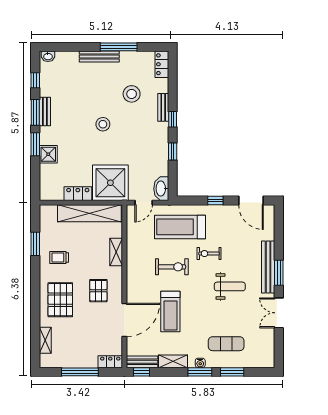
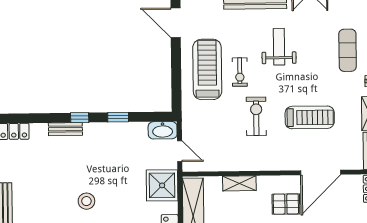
stool: (132, 94) -> (50, 167), removed
shower: (110, 183) -> (162, 185), width x0.73, depth x0.73
window: (215, 201) -> (176, 65), removed
door: (251, 201) -> (176, 23), swing flipped
treadmill: (180, 227) -> (207, 69), moved, turned 180
door: (124, 320) -> (321, 173), swing flipped

